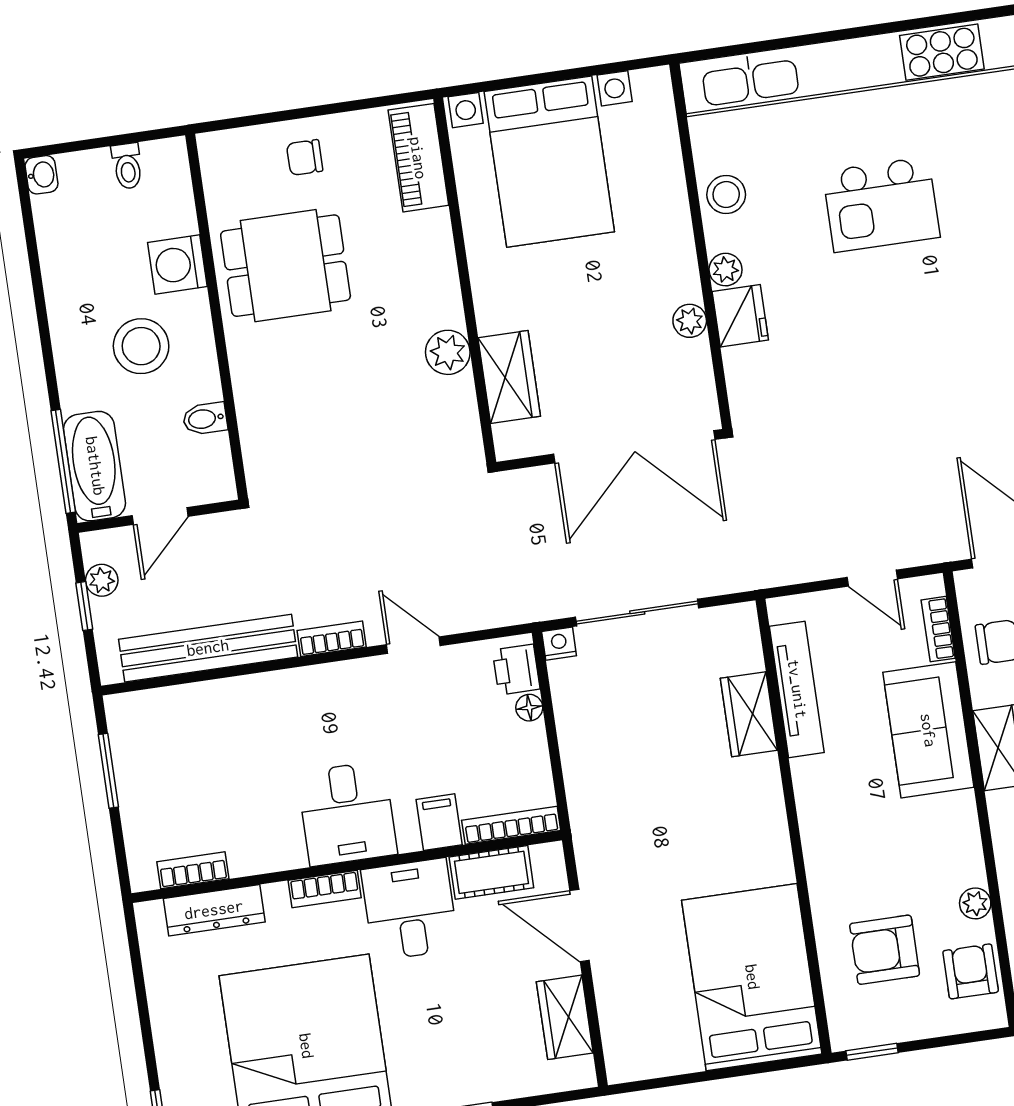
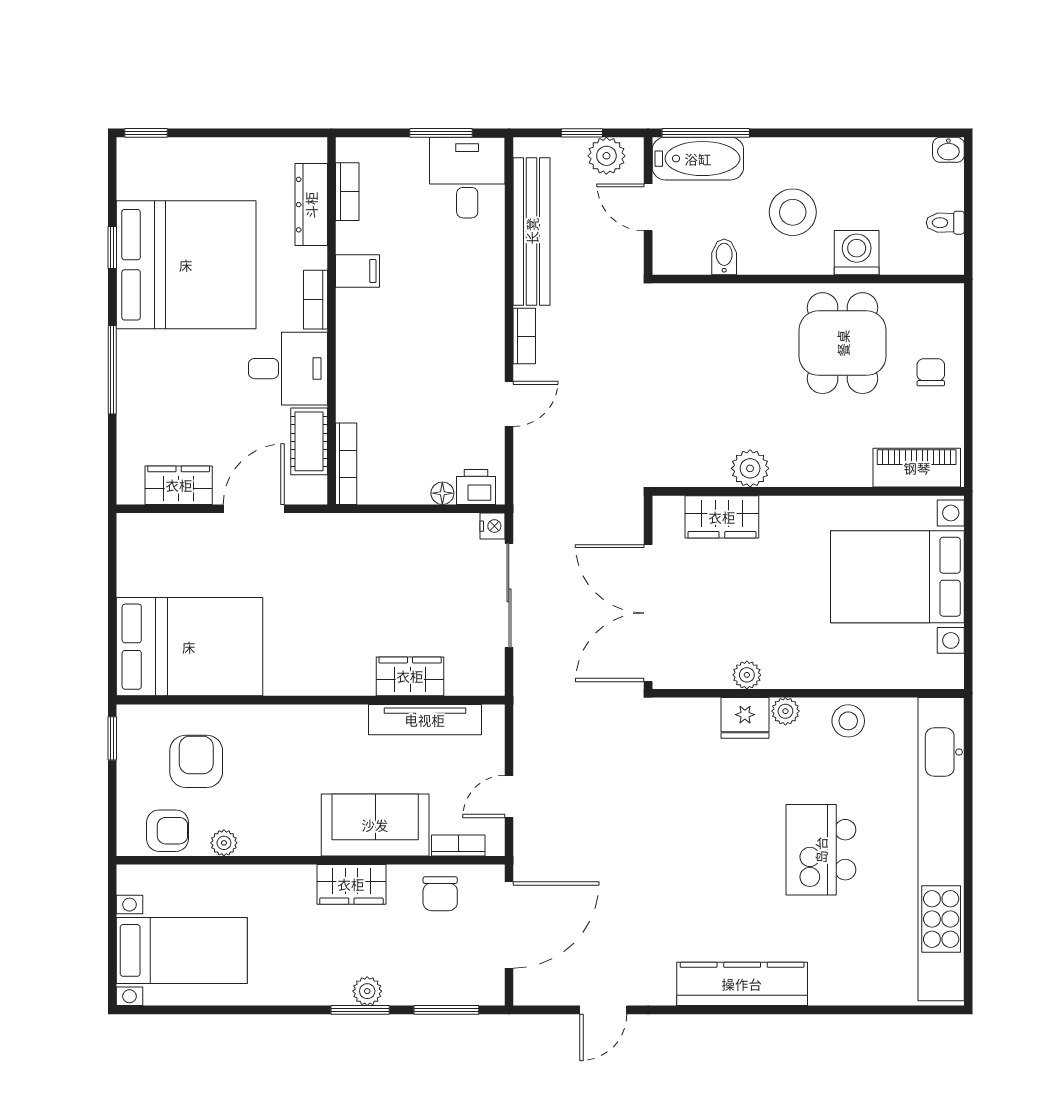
plant: (102, 580) -> (606, 156), width x1.38, depth x1.38
desk: (347, 813) -> (467, 178), moved, turned 90
filing cabinet: (439, 822) -> (358, 271), moved

